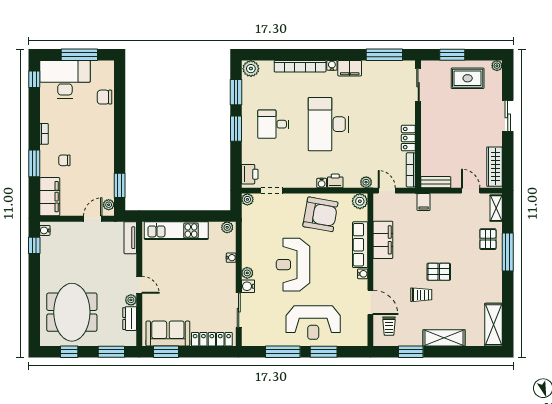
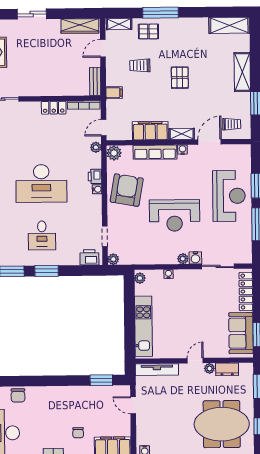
plant: (109, 205) -> (120, 390), removed
tv unit: (130, 238) -> (157, 370), width x1.41
shelving: (379, 273) -> (182, 134), added
trolley: (421, 295) -> (140, 65), moved, turned -90

